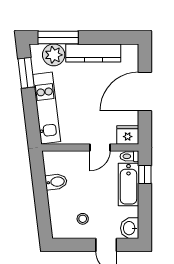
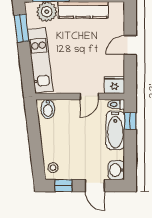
door: (145, 91) -> (130, 45), width x0.53
bidet: (56, 182) -> (48, 109), moved, turned 97
stool: (83, 219) -> (53, 168), moved
window: (72, 245) -> (63, 186), added

